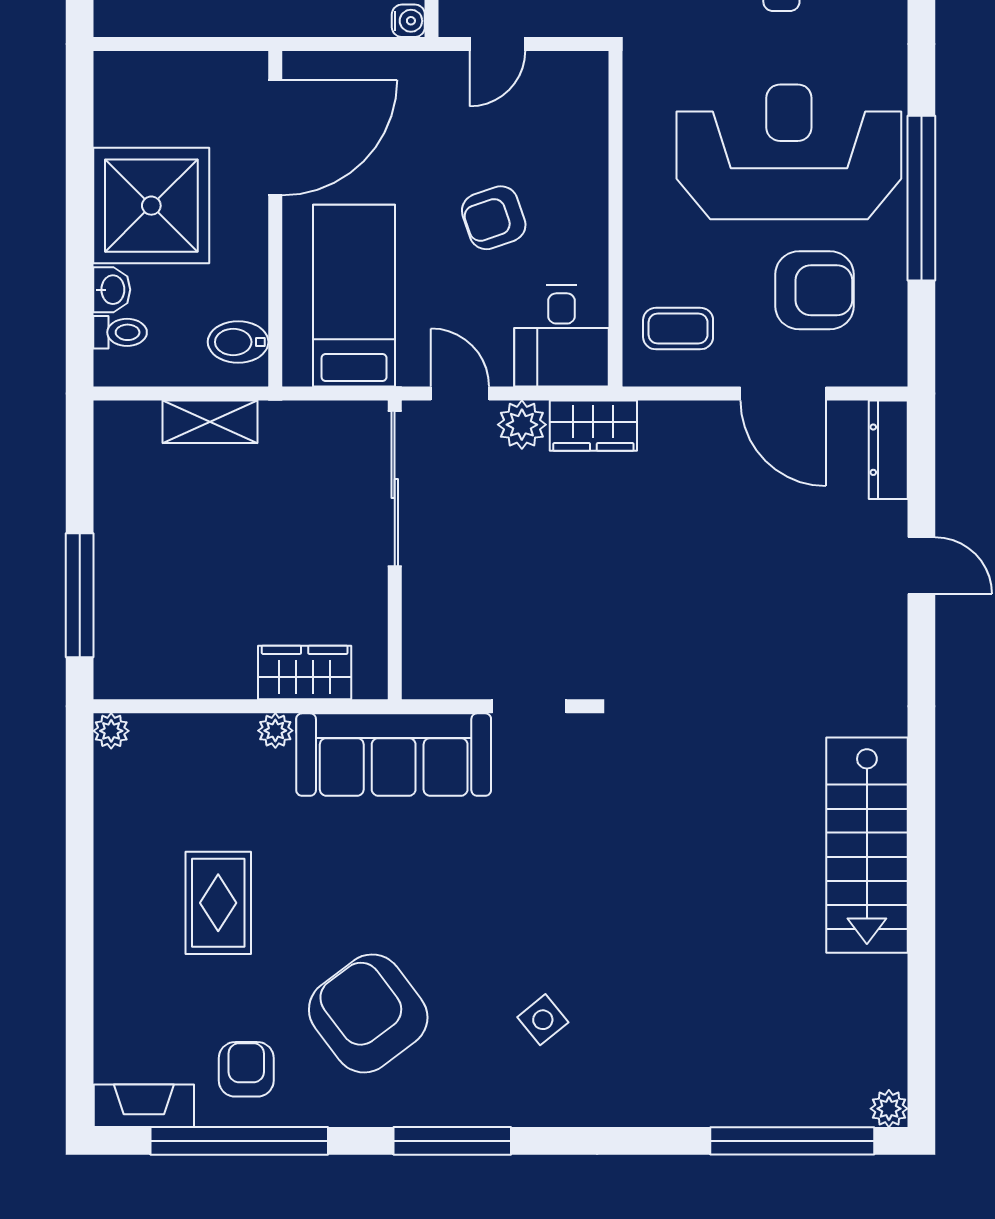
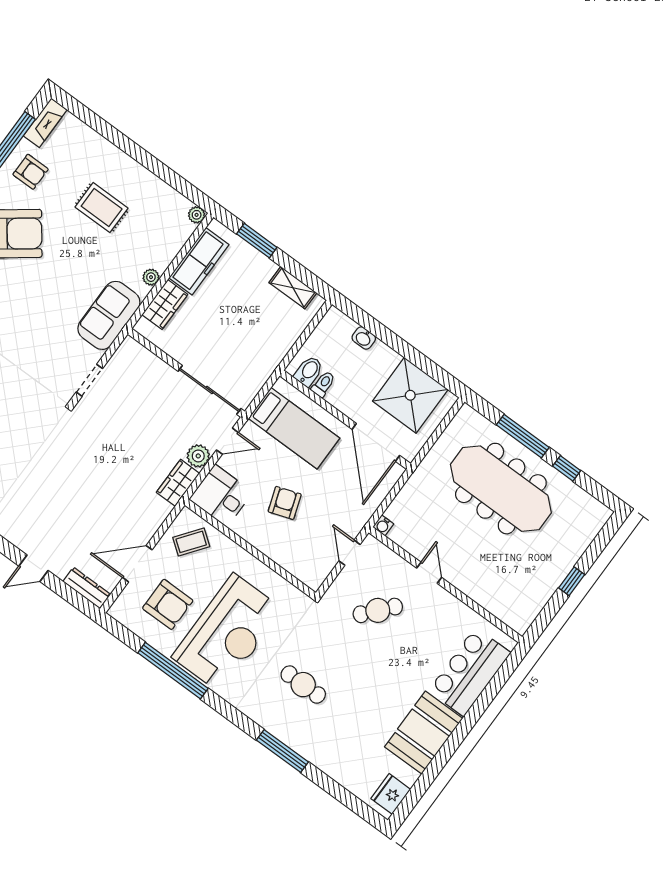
shower: (151, 206) -> (410, 395), moved
armchair: (814, 290) -> (168, 604), turned -90
coffee table: (678, 329) -> (191, 542), turned 37
toilet: (120, 332) -> (323, 384), moved, turned 180
shelving: (210, 422) -> (293, 288), moved, turned 90
window: (80, 595) -> (257, 241), width x0.69
freezer: (188, 668) -> (199, 261), added
sofa: (394, 755) -> (109, 315), width x0.73

